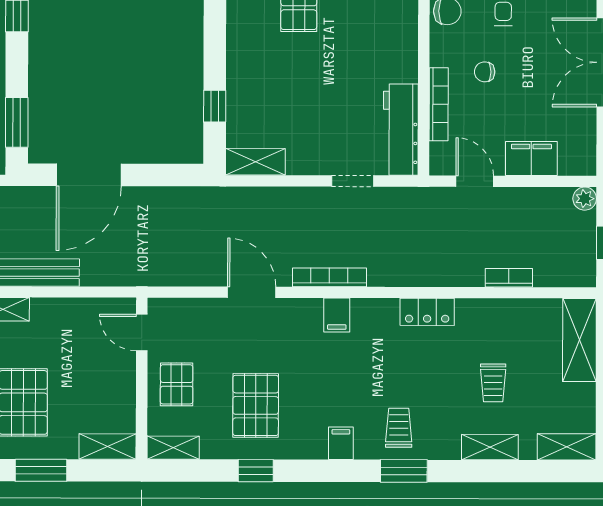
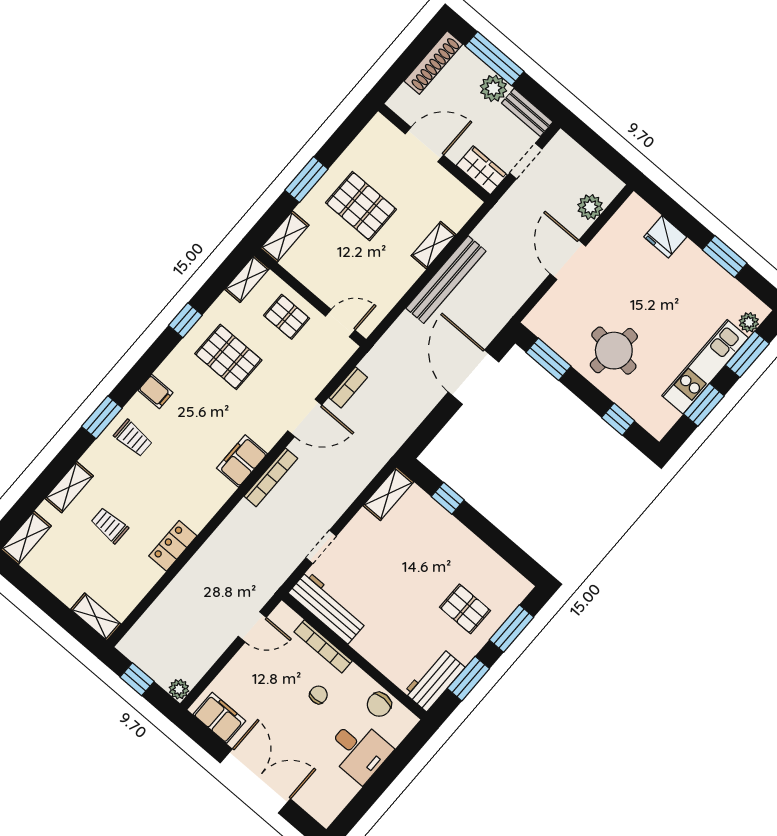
filing cabinet: (531, 159) -> (219, 718), moved, turned -90
bookcase: (509, 278) -> (348, 387), moved
locker: (427, 312) -> (173, 546), moved
filing cabinet: (337, 315) -> (242, 461), width x2.00
shelving: (579, 340) -> (96, 617), width x0.67, depth x0.75

